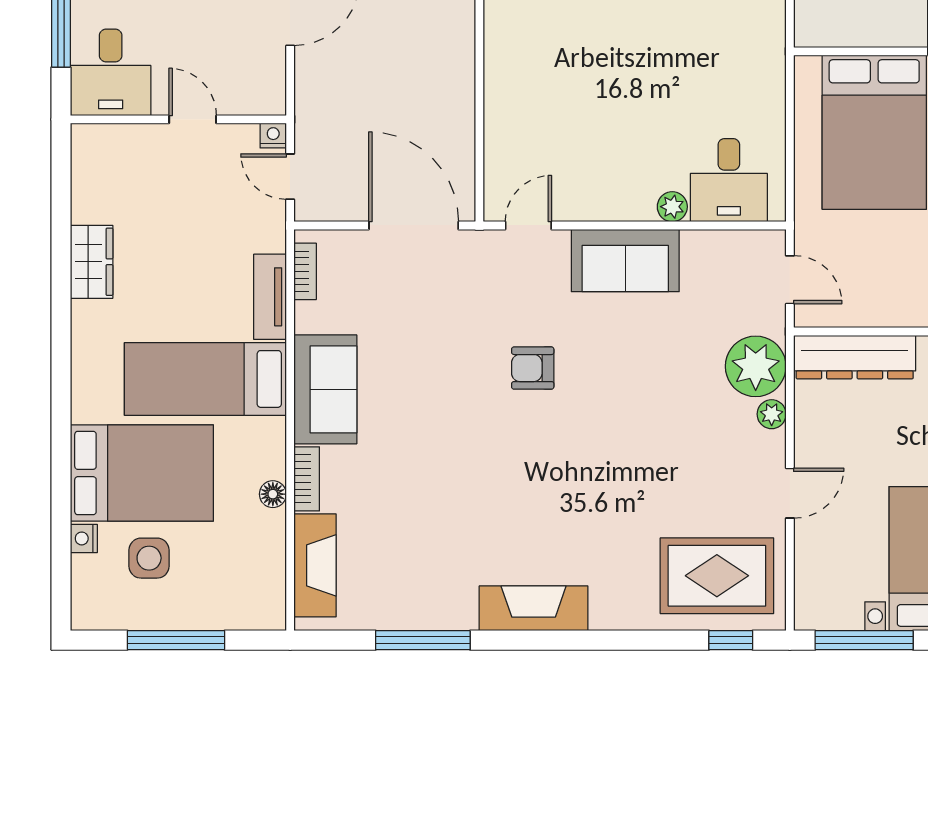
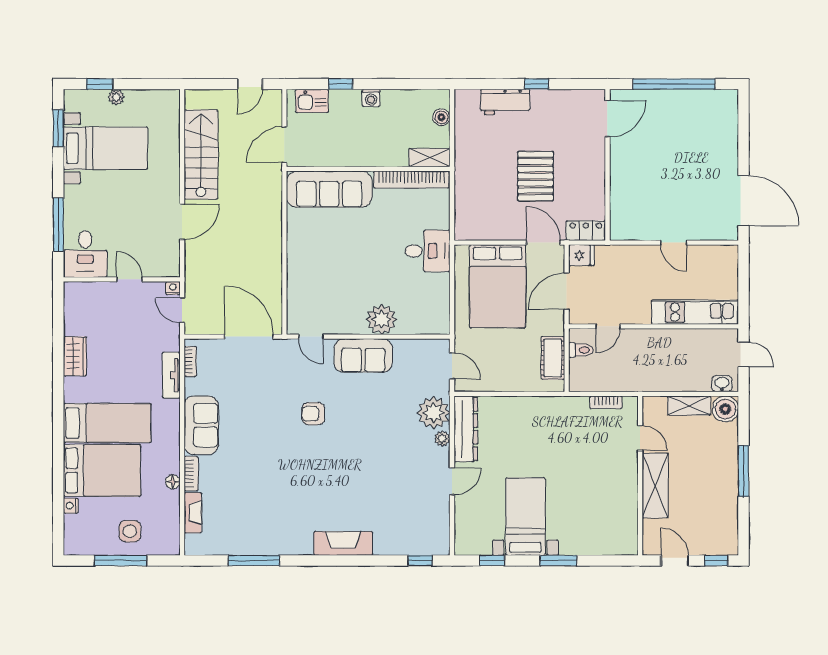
desk: (729, 180) -> (428, 251), moved, turned -90
plant: (672, 207) -> (381, 319), width x1.87, depth x1.87
door: (528, 225) -> (311, 337), swing flipped
dresser: (855, 357) -> (466, 429), moved, turned -90
bed: (205, 379) -> (107, 423), moved, turned 180
side table: (149, 558) -> (130, 531), moved
fireplace: (315, 565) -> (193, 513), width x0.73, depth x0.76
rug: (717, 576) -> (413, 526), removed
fireplace: (534, 608) -> (343, 543), moved
window: (864, 640) -> (492, 561), width x0.46

